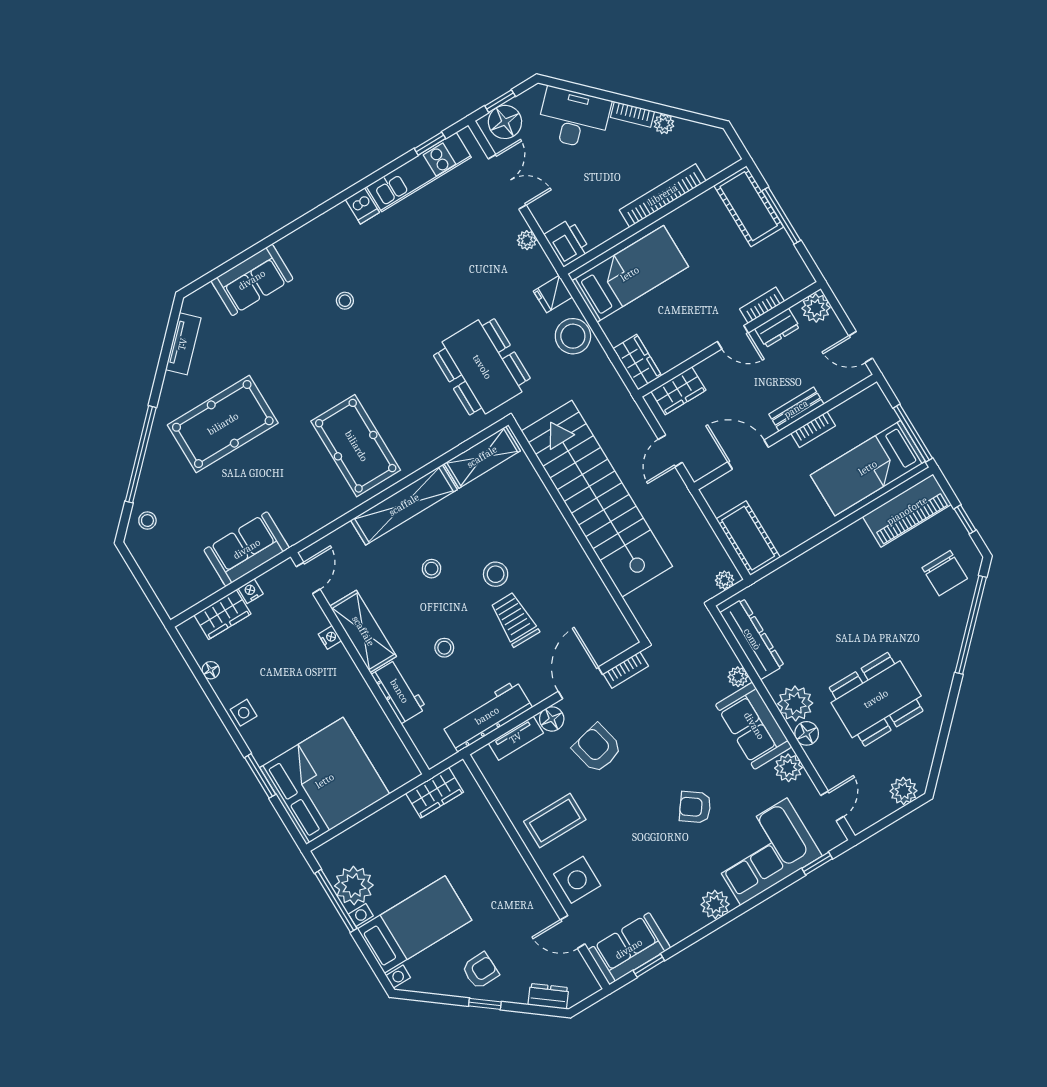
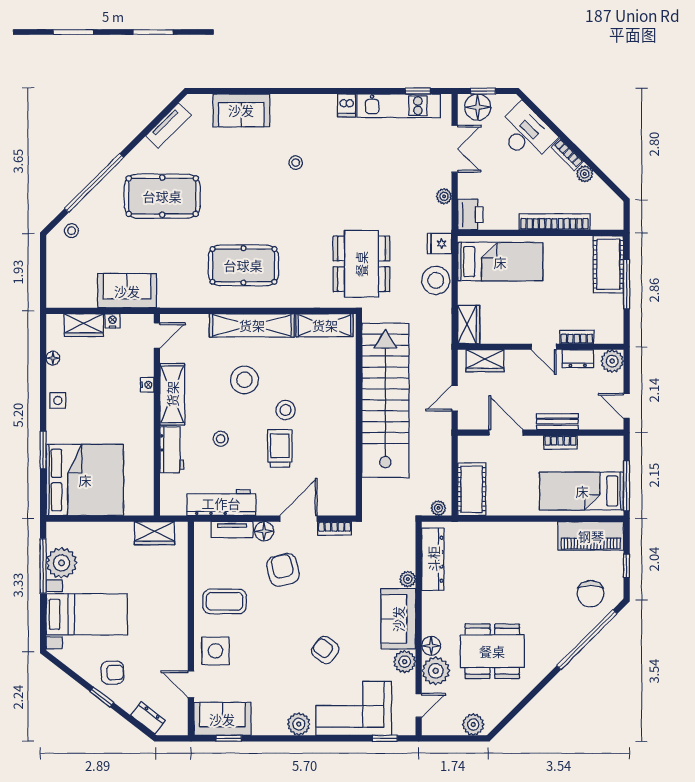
pool table: (356, 446) -> (243, 265), turned 90
stool: (432, 569) -> (244, 380), width x1.89, depth x1.89
plant: (795, 703) -> (436, 671), moved

